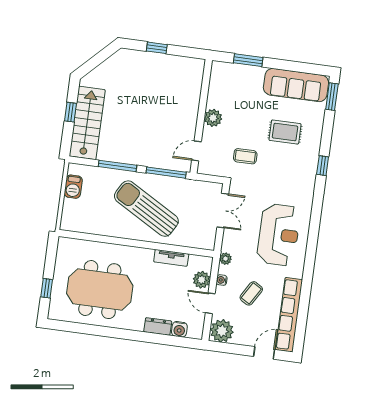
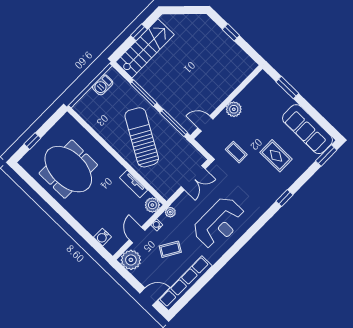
plant: (202, 280) -> (152, 205), moved
dresser: (158, 326) -> (89, 224), removed

